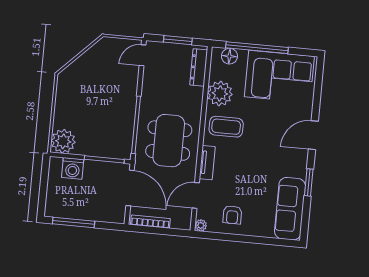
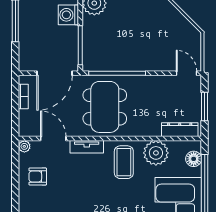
dining table: (169, 141) -> (105, 107), turned 90
bookcase: (150, 222) -> (23, 96), width x0.64

